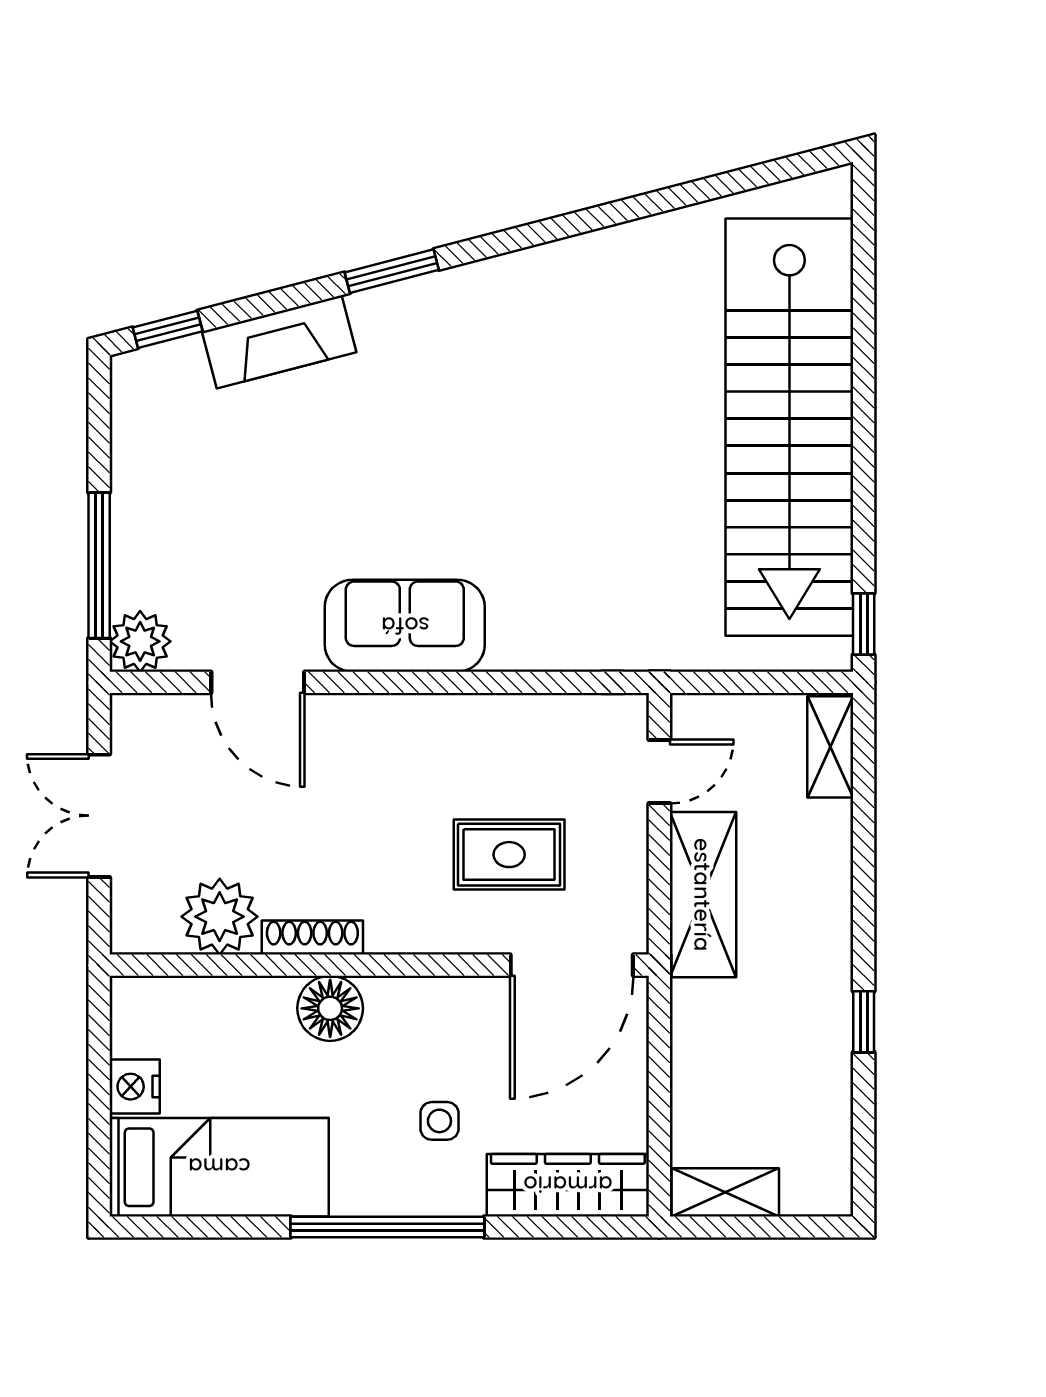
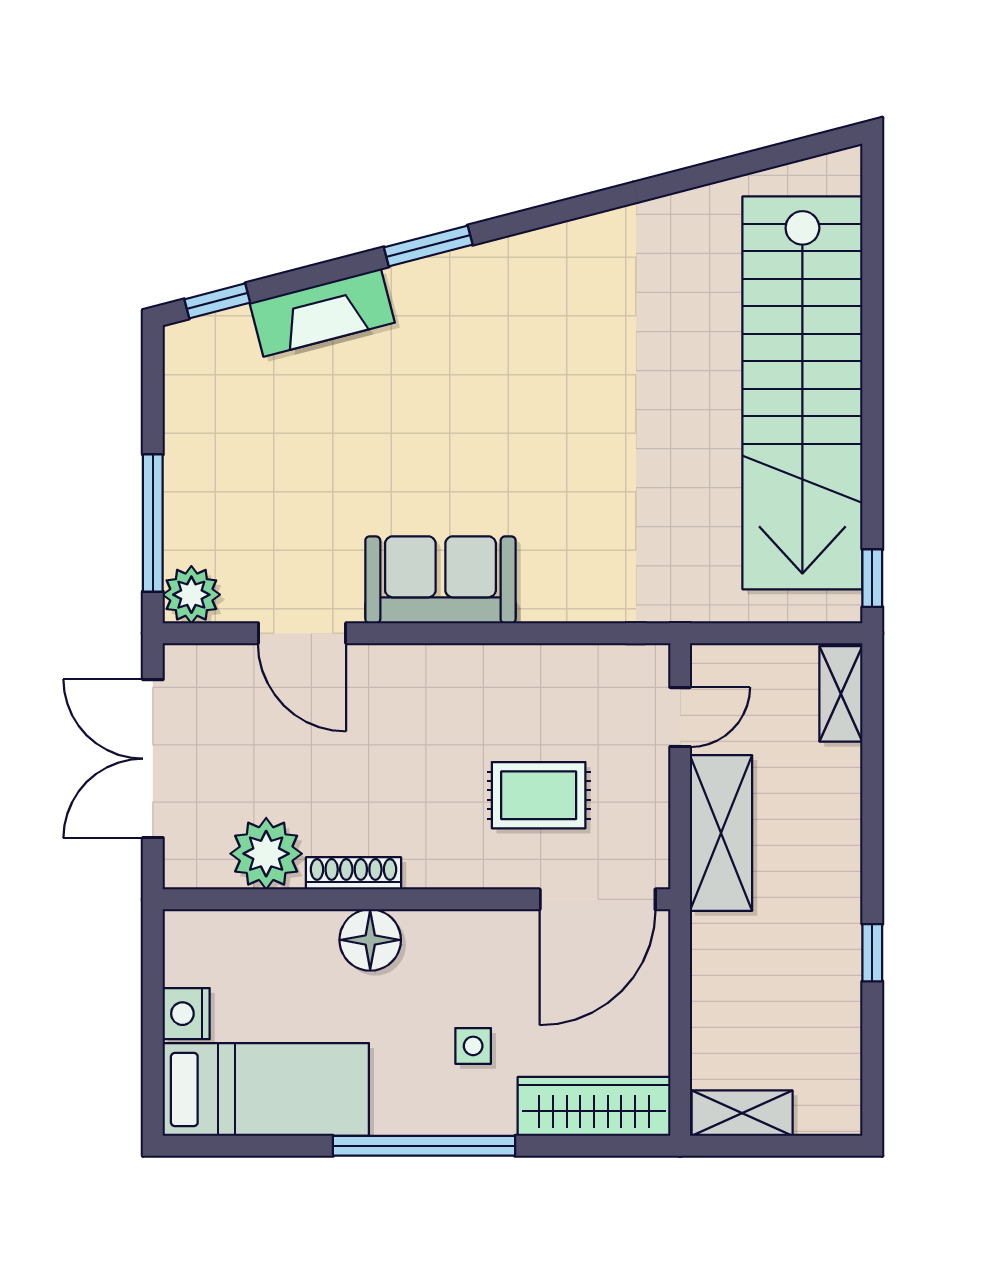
double door: (99, 816) -> (153, 759), width x1.37

